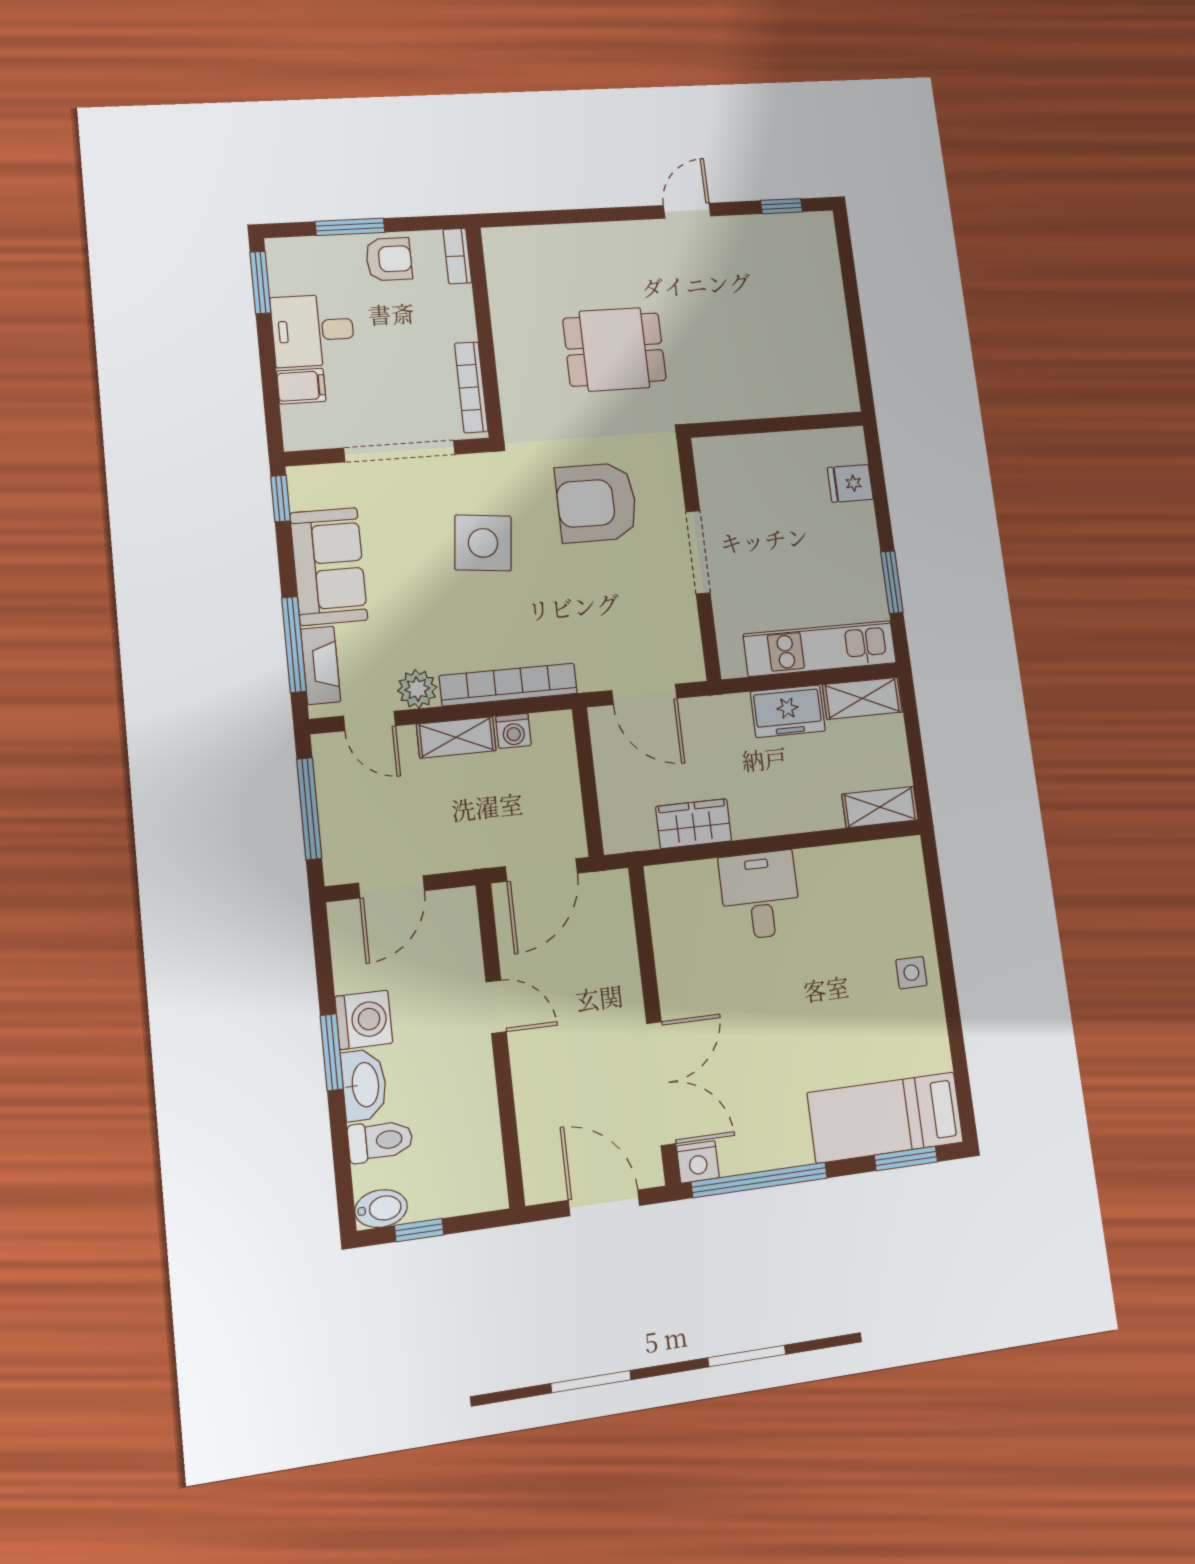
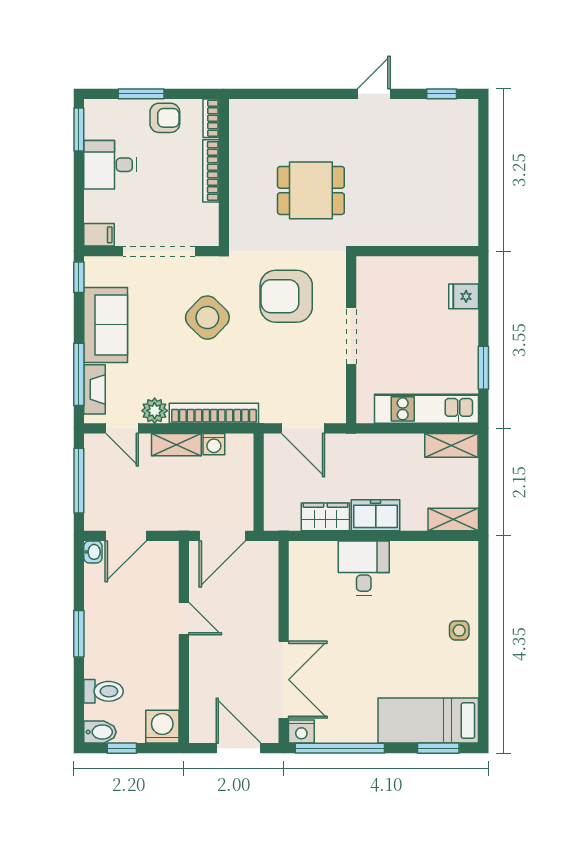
filing cabinet: (301, 386) -> (99, 235), moved
bookcase: (471, 387) -> (211, 171), moved
side table: (483, 543) -> (207, 318), turned 38
freezer: (788, 711) -> (376, 515), moved, turned 180
washing machine: (364, 1020) -> (162, 727), moved, turned -90
washbasin: (364, 1085) -> (93, 552), moved, width x0.52, depth x0.69

